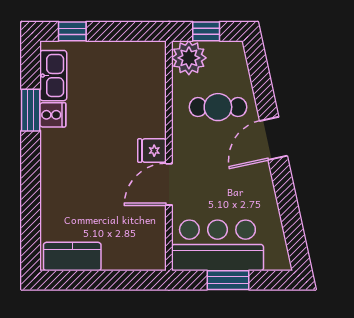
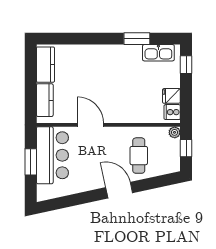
plant: (189, 58) -> (175, 132), width x0.53, depth x0.53
cooker: (53, 115) -> (172, 112), moved, turned 90
fridge: (152, 151) -> (171, 96), moved, turned -90
kitchen counter: (129, 258) -> (45, 100), added

